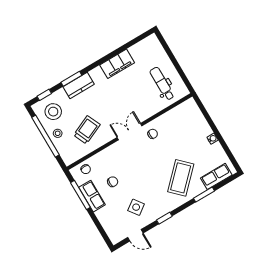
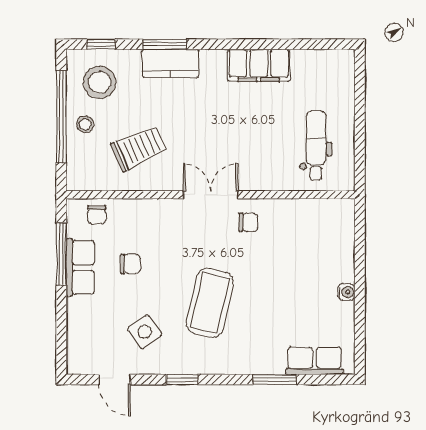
coffee table: (181, 178) -> (210, 303), moved, turned -32

